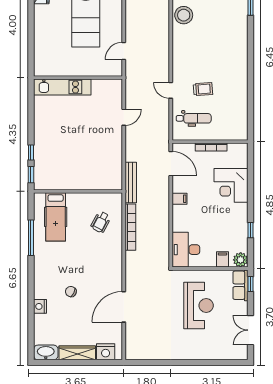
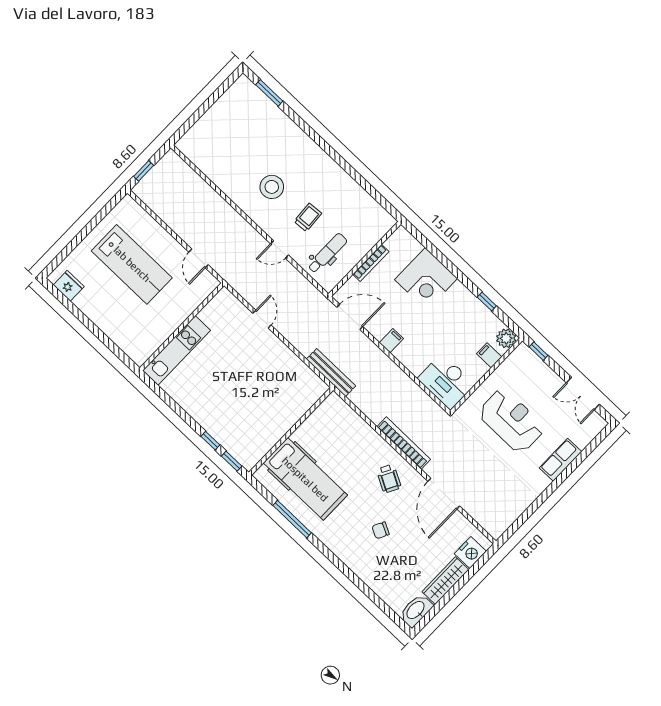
stool: (184, 15) -> (272, 187), moved
hospital bed: (56, 217) -> (305, 479), width x1.37, depth x1.29
wheelchair: (101, 222) -> (389, 479), moved
bookcase: (130, 227) -> (404, 443), moved
row of seats: (240, 285) -> (561, 460), moved, turned 90
nightstand: (40, 306) -> (366, 574), removed

